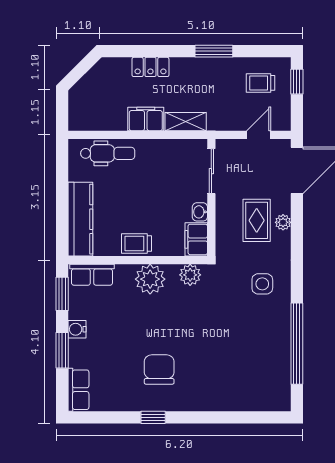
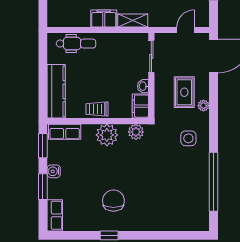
plant: (283, 222) -> (203, 106), moved

